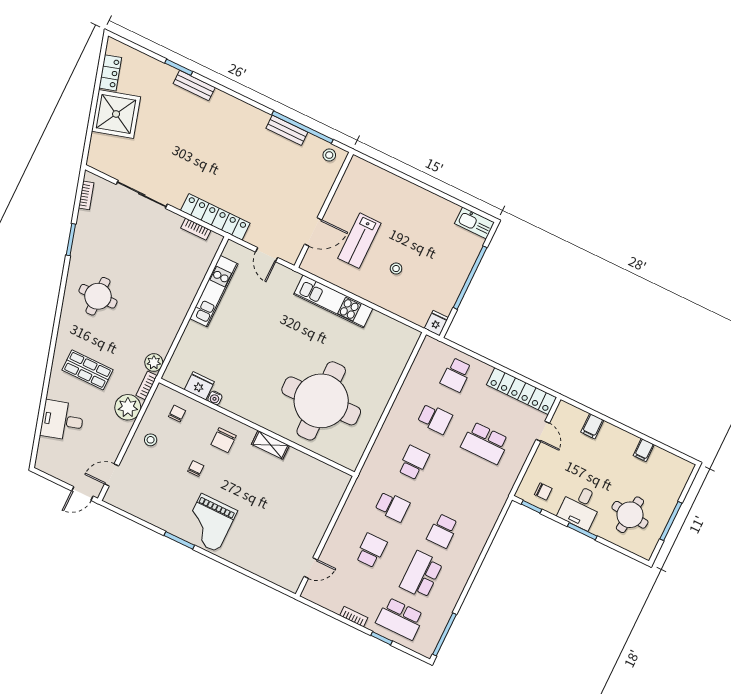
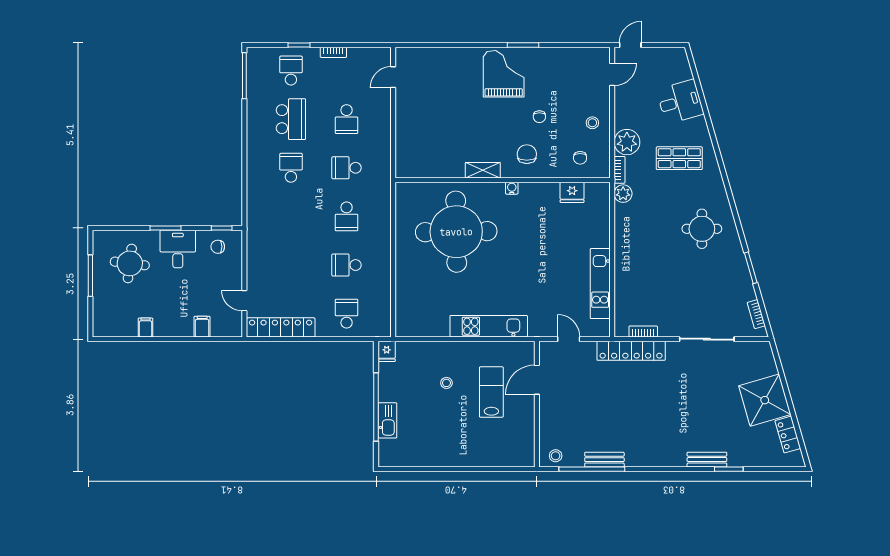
kitchen sink: (475, 223) -> (387, 420), moved, turned 90
water cooler: (215, 398) -> (512, 188), moved
school desk: (485, 443) -> (291, 265), removed
school desk: (400, 619) -> (291, 71), width x0.54

